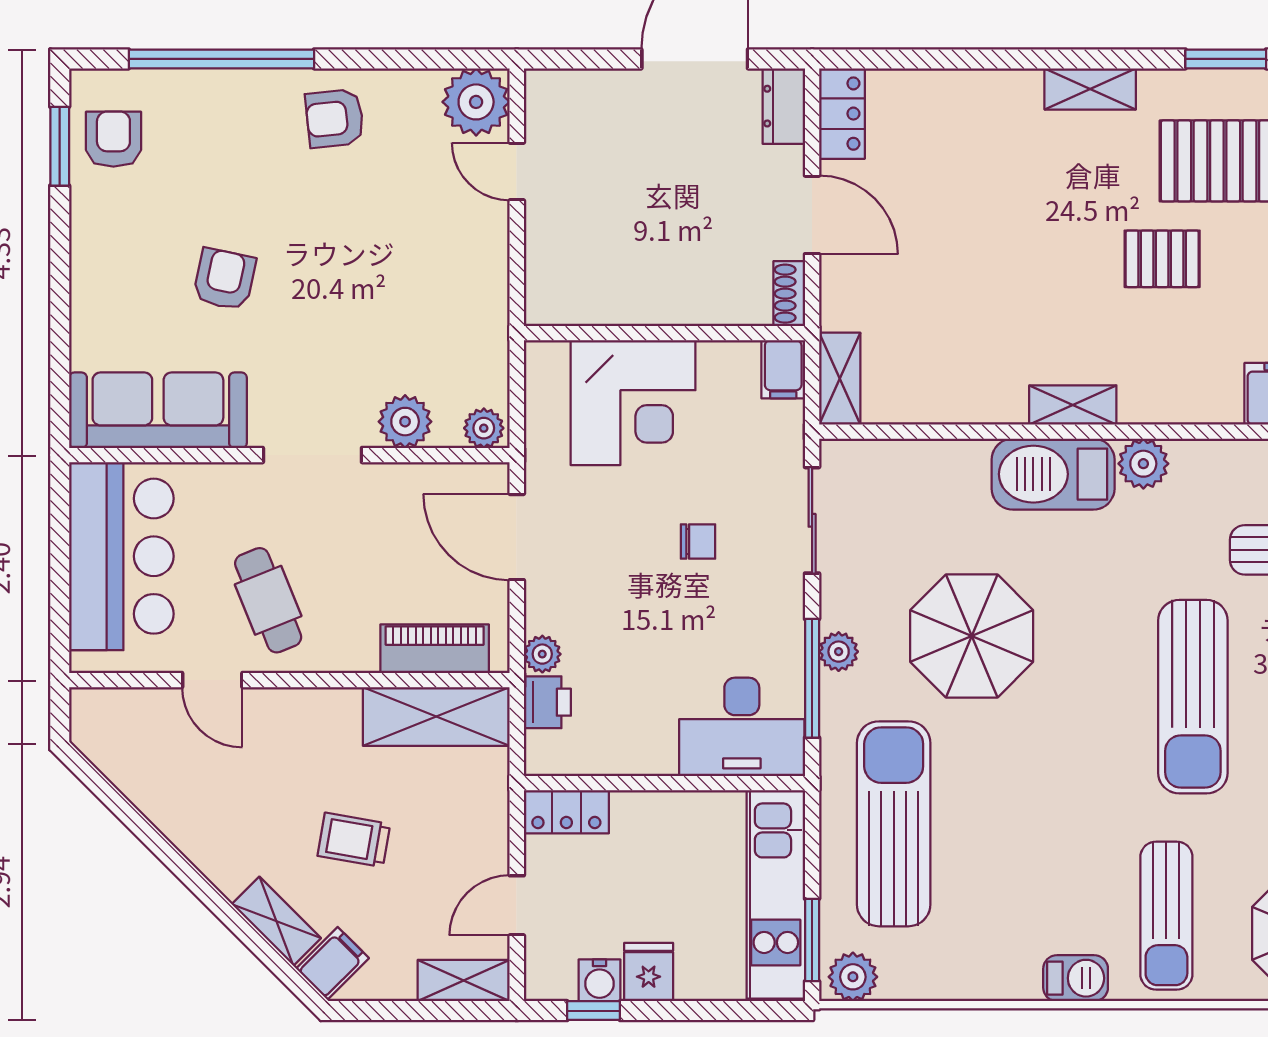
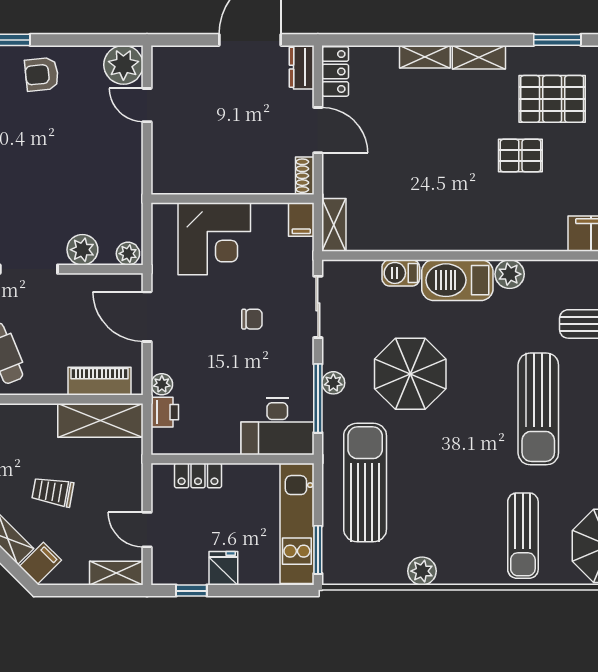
shelving: (1073, 405) -> (425, 57), moved
locker: (566, 812) -> (198, 475), moved
door: (517, 905) -> (147, 530), hinge flipped
plant: (853, 977) -> (422, 571), moved
barbecue: (1076, 978) -> (401, 273), moved, turned 180
water cooler: (599, 980) -> (195, 573), removed

